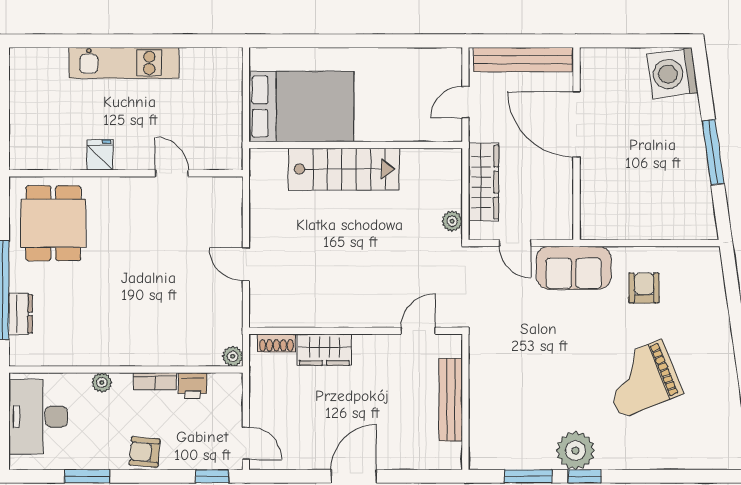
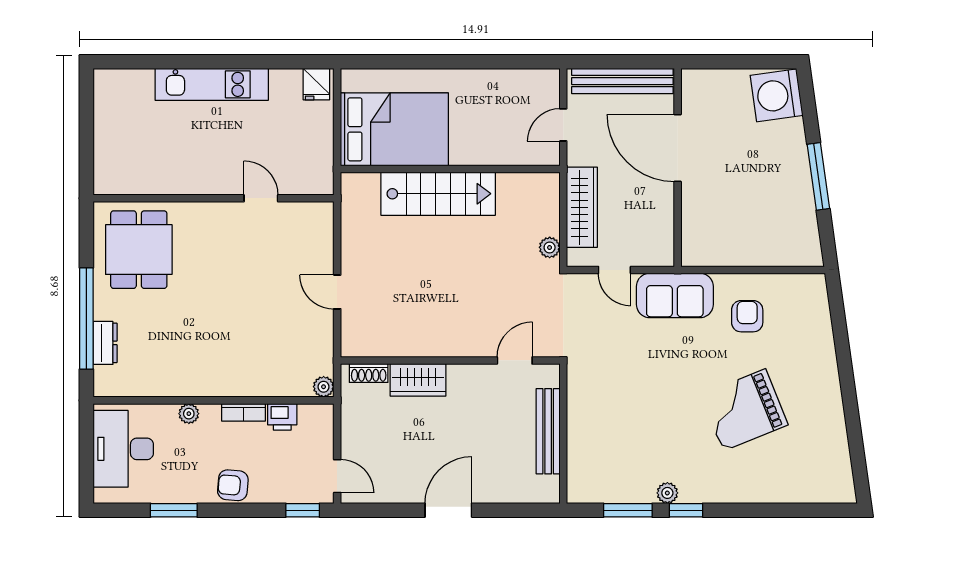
fridge: (100, 155) -> (316, 84), moved, turned 180
plant: (575, 451) -> (667, 493), width x0.53, depth x0.53

